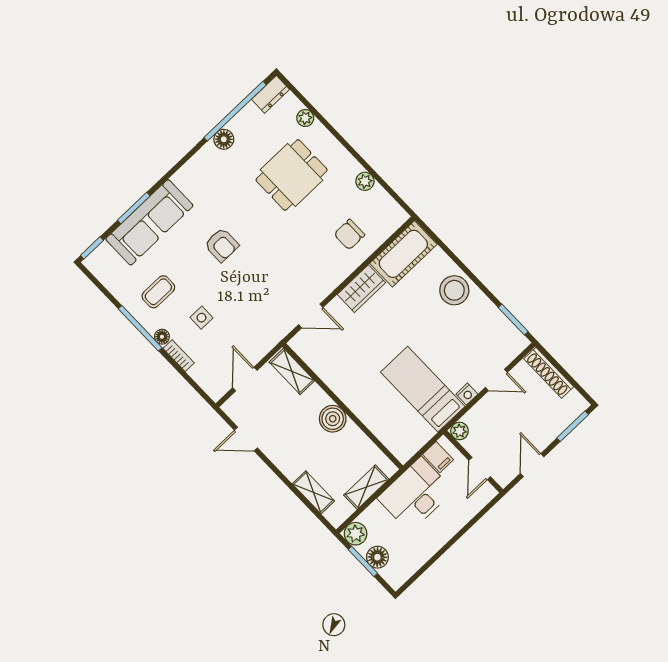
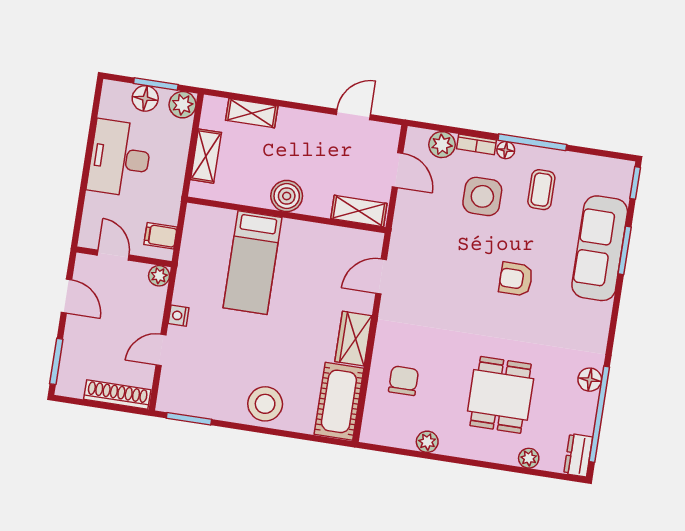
side table: (202, 318) -> (482, 196), width x1.87, depth x1.87
plant: (202, 373) -> (442, 145), added
bed: (423, 389) -> (252, 263), moved, turned 90
desk: (415, 494) -> (120, 158), moved, turned 180

